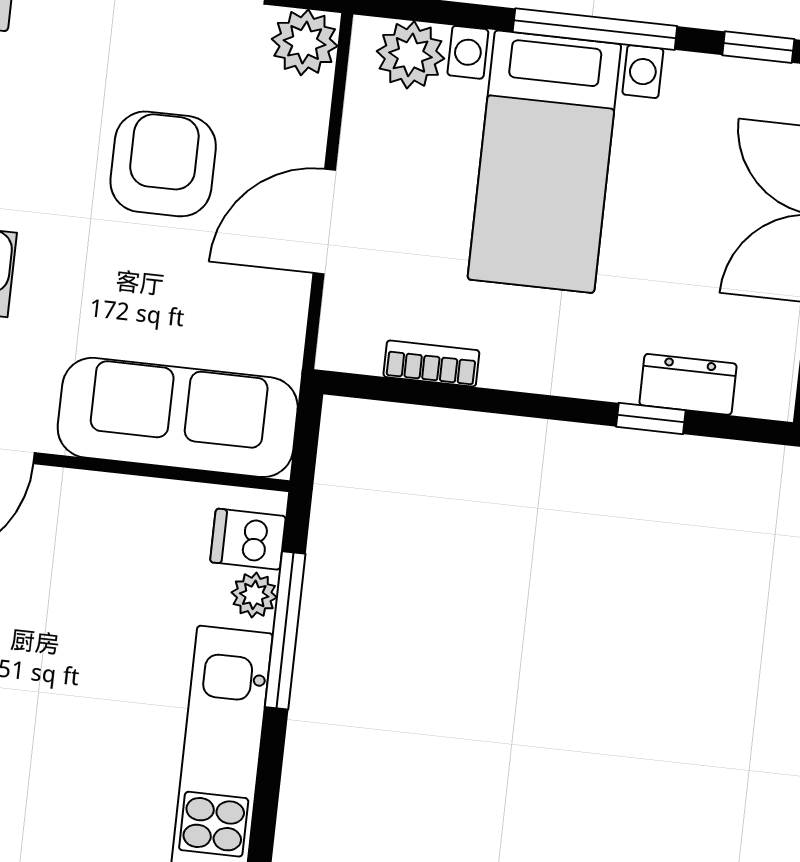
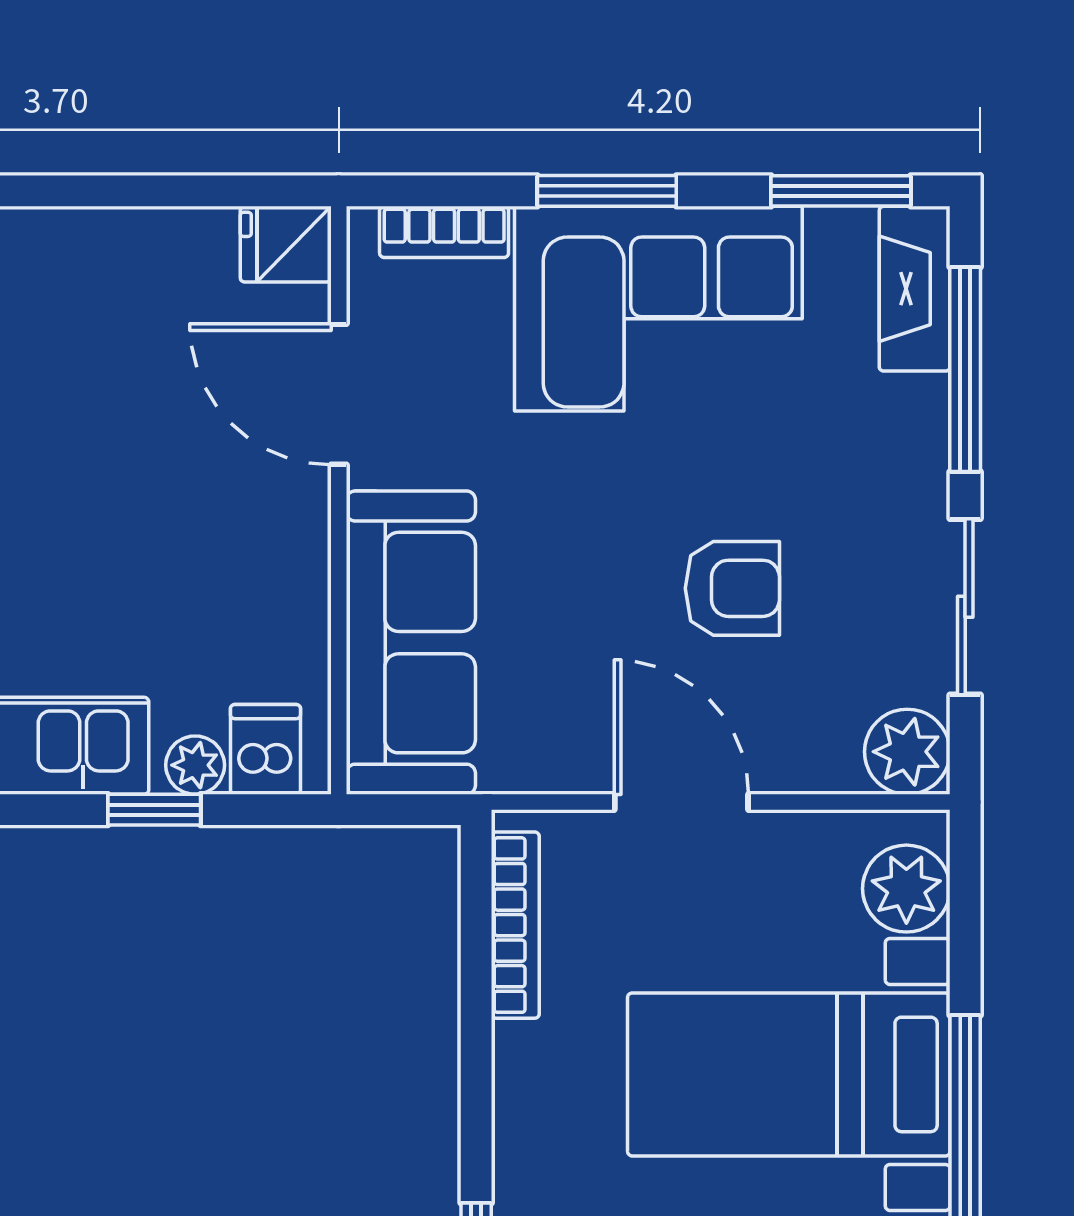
armchair: (163, 164) -> (732, 588), width x0.72, depth x0.72
bookcase: (431, 364) -> (515, 925), width x1.56
window: (285, 630) -> (154, 810), width x0.46

